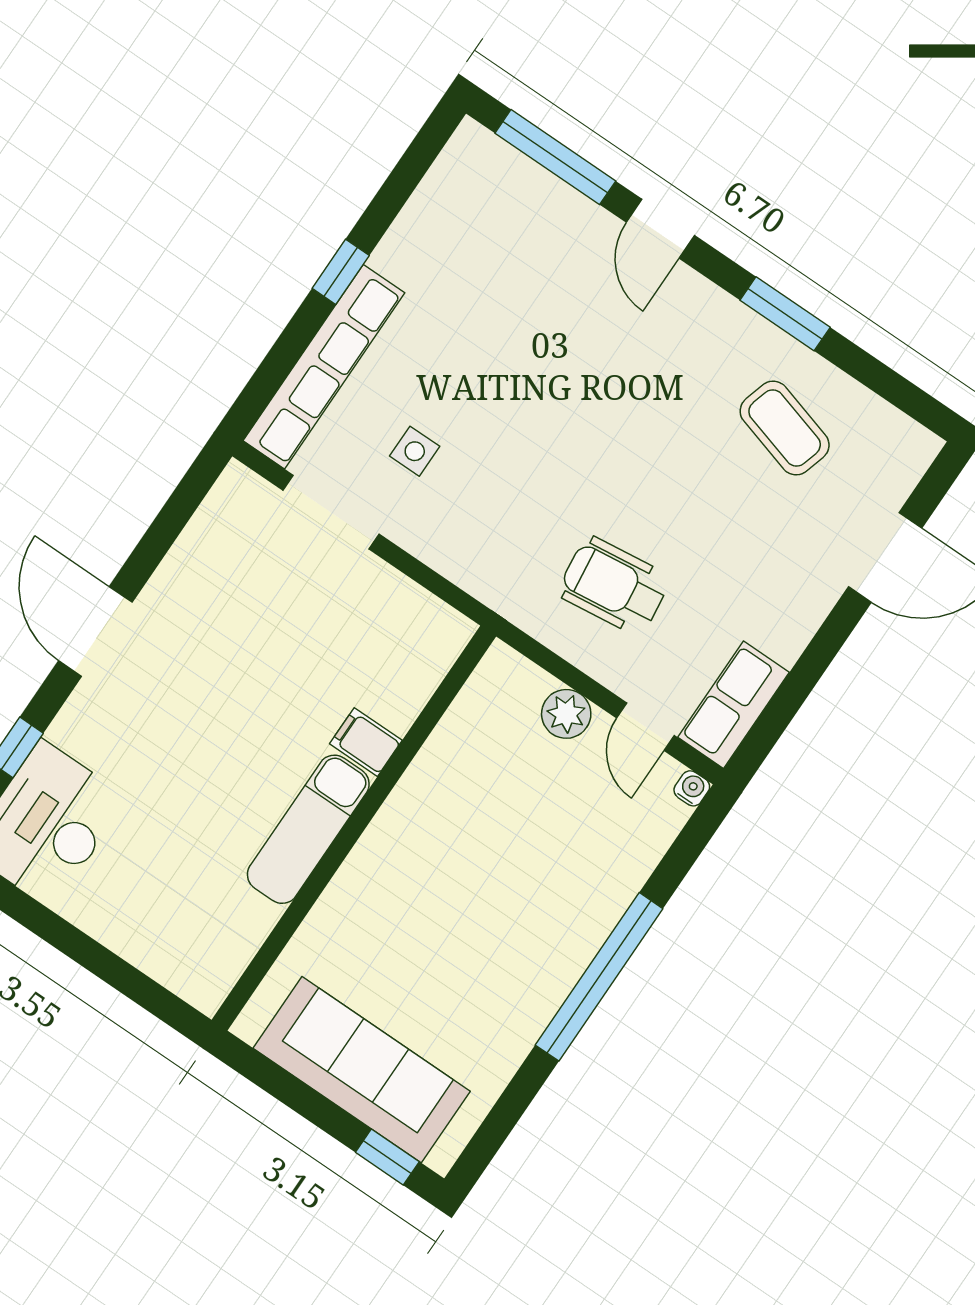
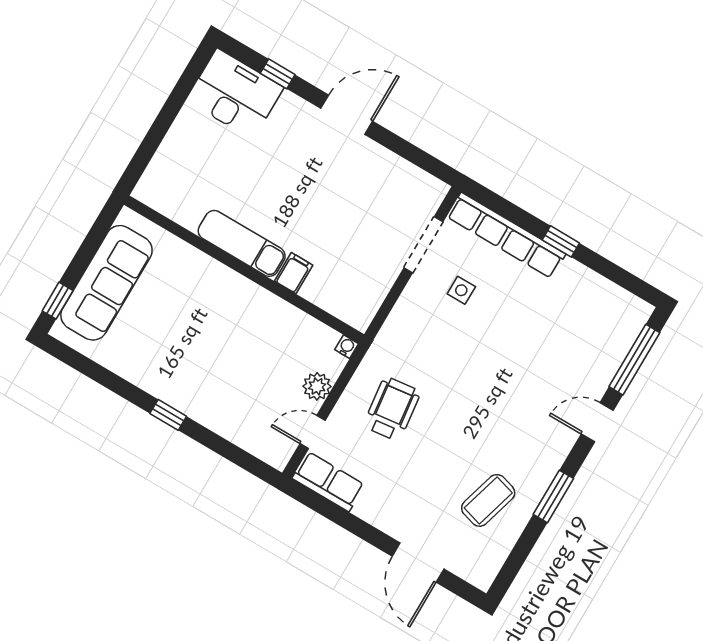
water cooler: (692, 788) -> (347, 347), moved, turned -90
window: (599, 977) -> (168, 415), width x0.32

